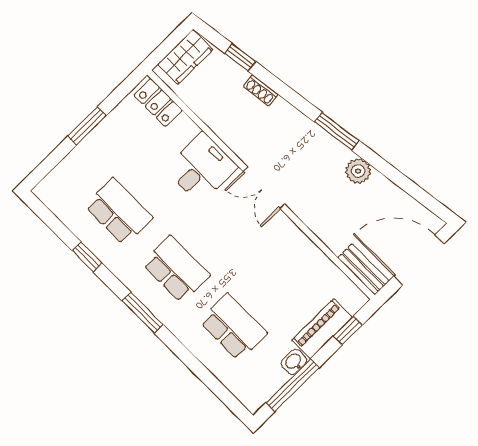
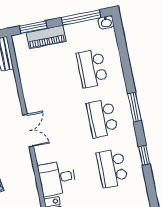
desk: (201, 168) -> (57, 178), moved
window: (348, 330) -> (33, 27), width x1.50
washbasin: (294, 362) -> (106, 22), moved

